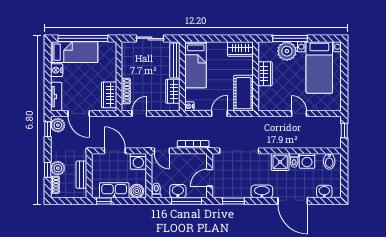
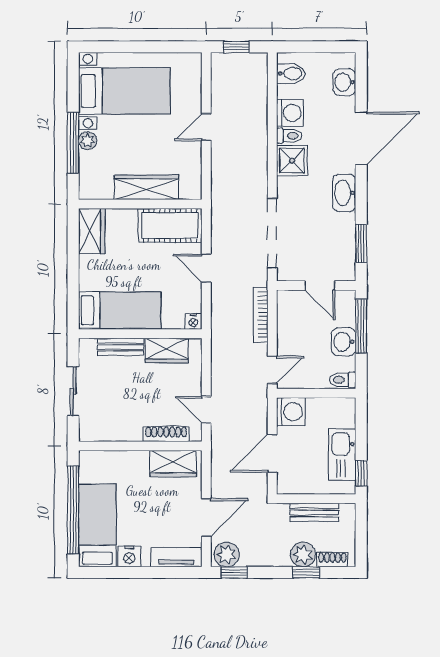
plant: (287, 51) -> (88, 141), width x0.53, depth x0.53
bench: (175, 61) -> (121, 347), width x0.73
wardrobe: (265, 74) -> (146, 187), width x1.50
boiler: (137, 191) -> (343, 415), removed

